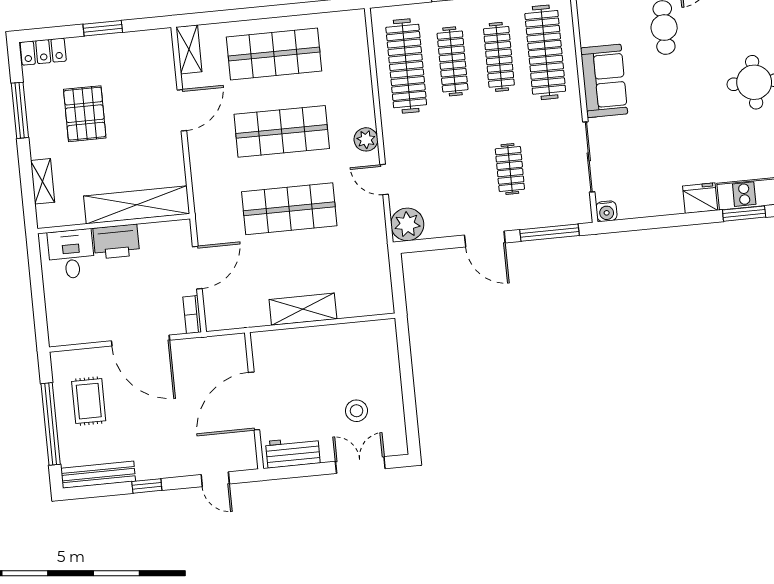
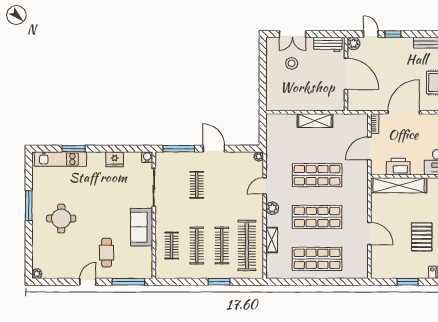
shelving: (189, 49) -> (272, 240), moved
clothes rail: (545, 52) -> (172, 246), width x0.54, depth x0.76
door: (182, 110) -> (369, 234), swing flipped
door: (384, 179) -> (265, 186), swing flipped
fridge: (700, 198) -> (115, 159), moved
plant: (407, 224) -> (259, 156), width x0.53, depth x0.53
printer: (116, 242) -> (398, 167), moved
door: (141, 341) -> (404, 112), hinge flipped
door: (254, 401) -> (346, 74), hinge flipped
plant: (246, 459) -> (354, 43), added
window: (147, 486) -> (393, 34), moved

